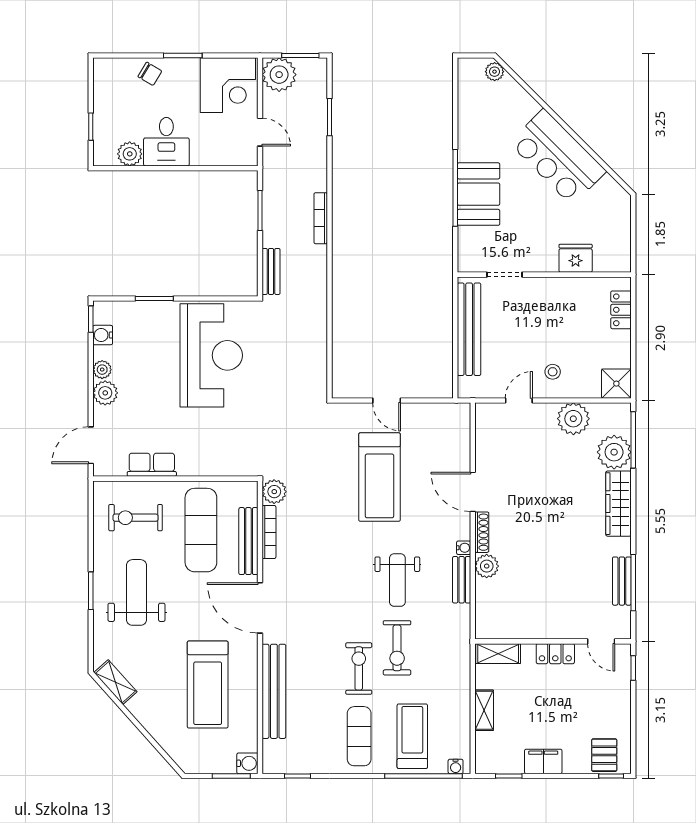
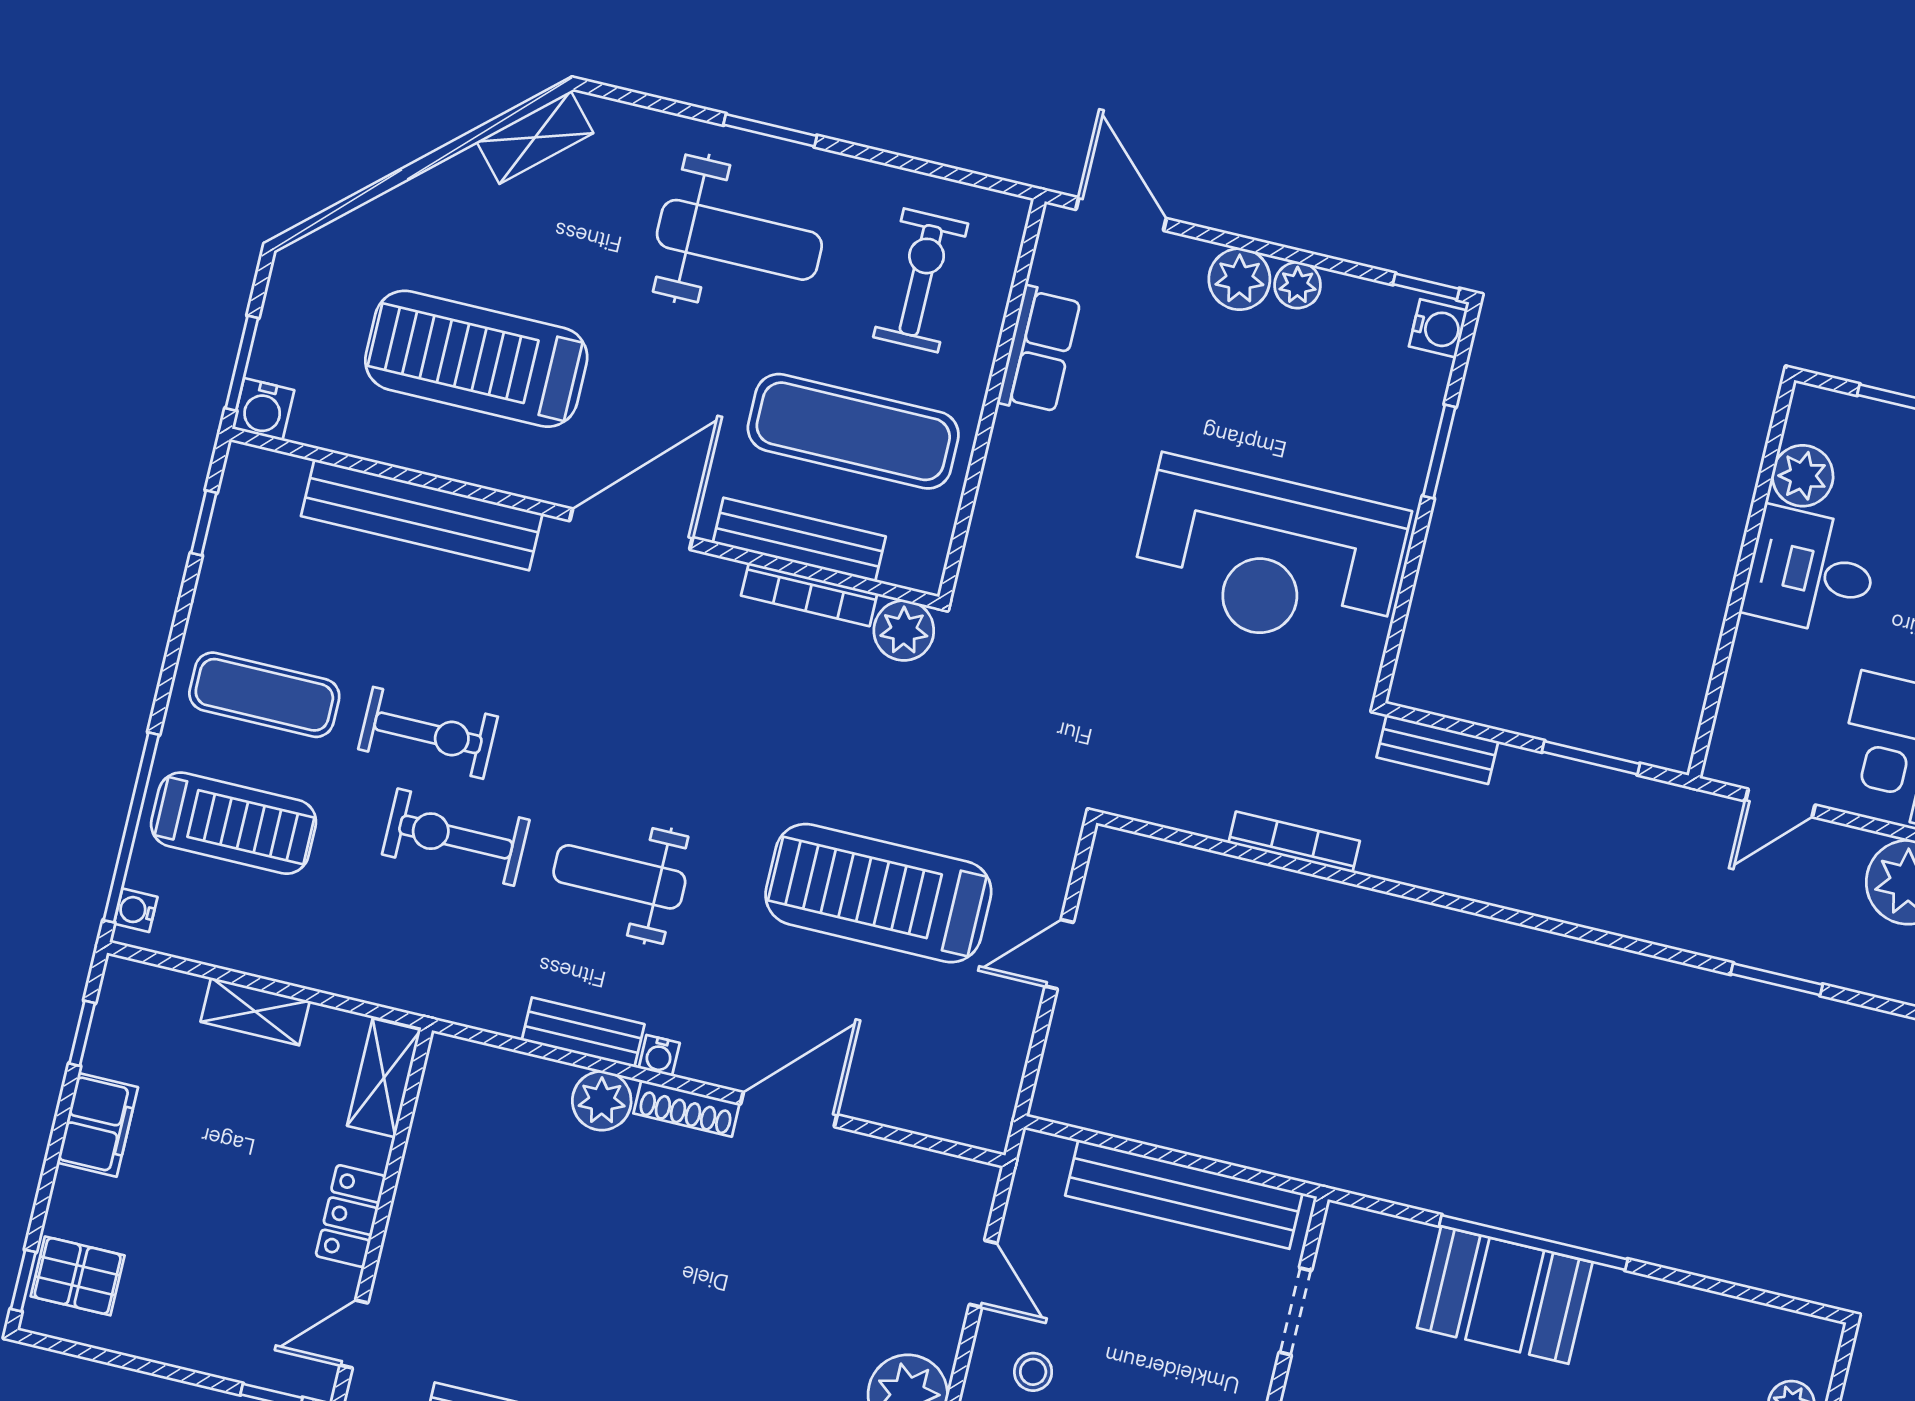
bookcase: (321, 218) -> (1294, 842), moved
water cooler: (103, 335) -> (1438, 328), moved, turned 90

